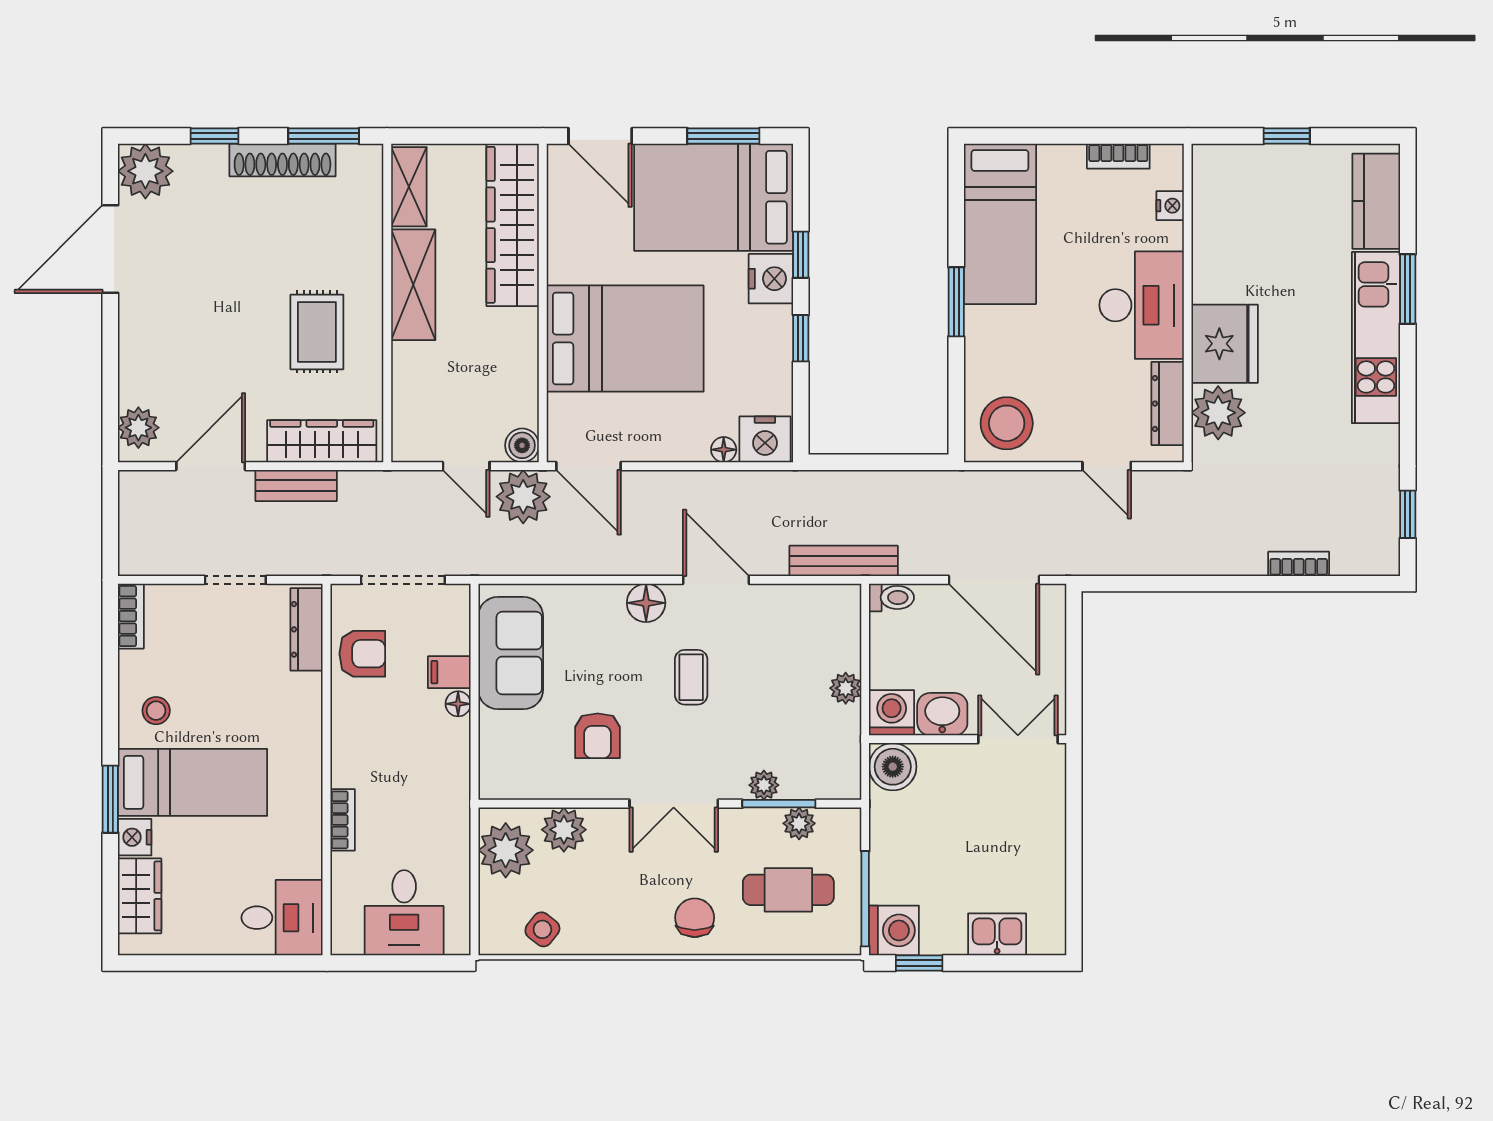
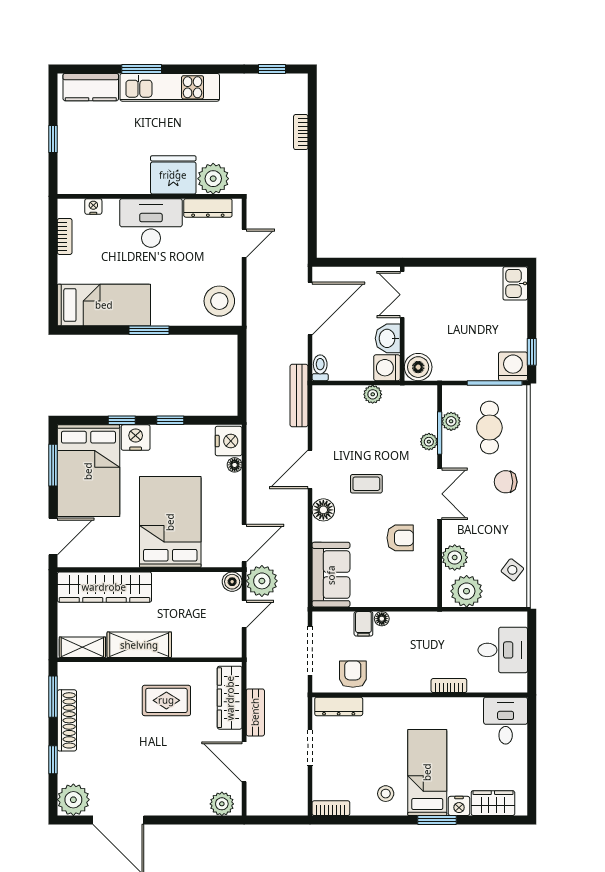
sofa: (511, 653) -> (331, 575), moved, turned 90
kitchen sink: (997, 934) -> (515, 283), moved

